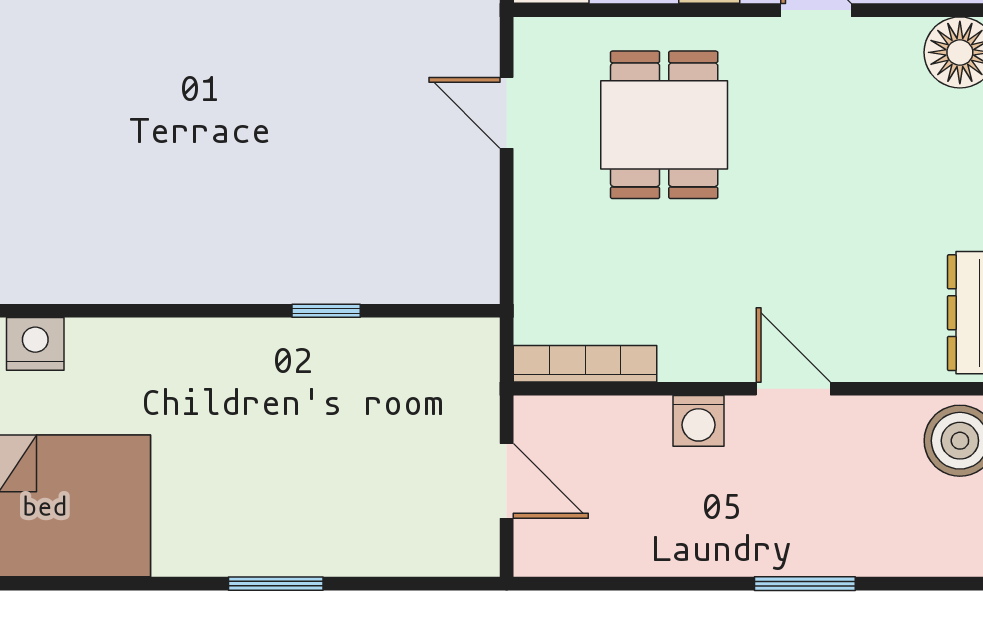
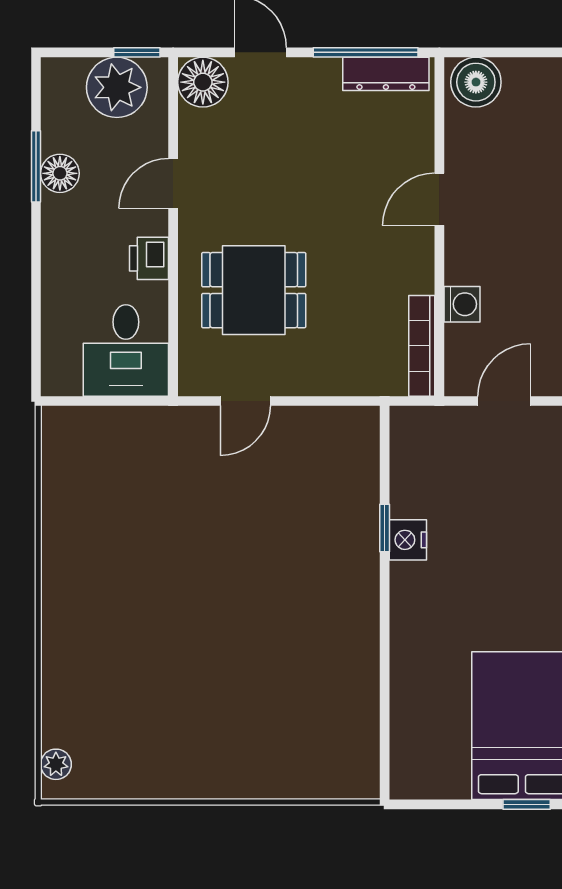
nightstand: (35, 344) -> (408, 540), moved
washing machine: (699, 421) -> (462, 304), moved

